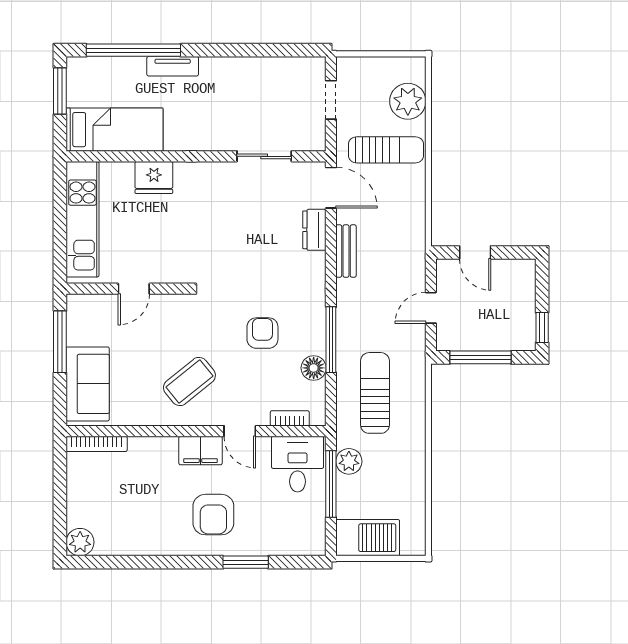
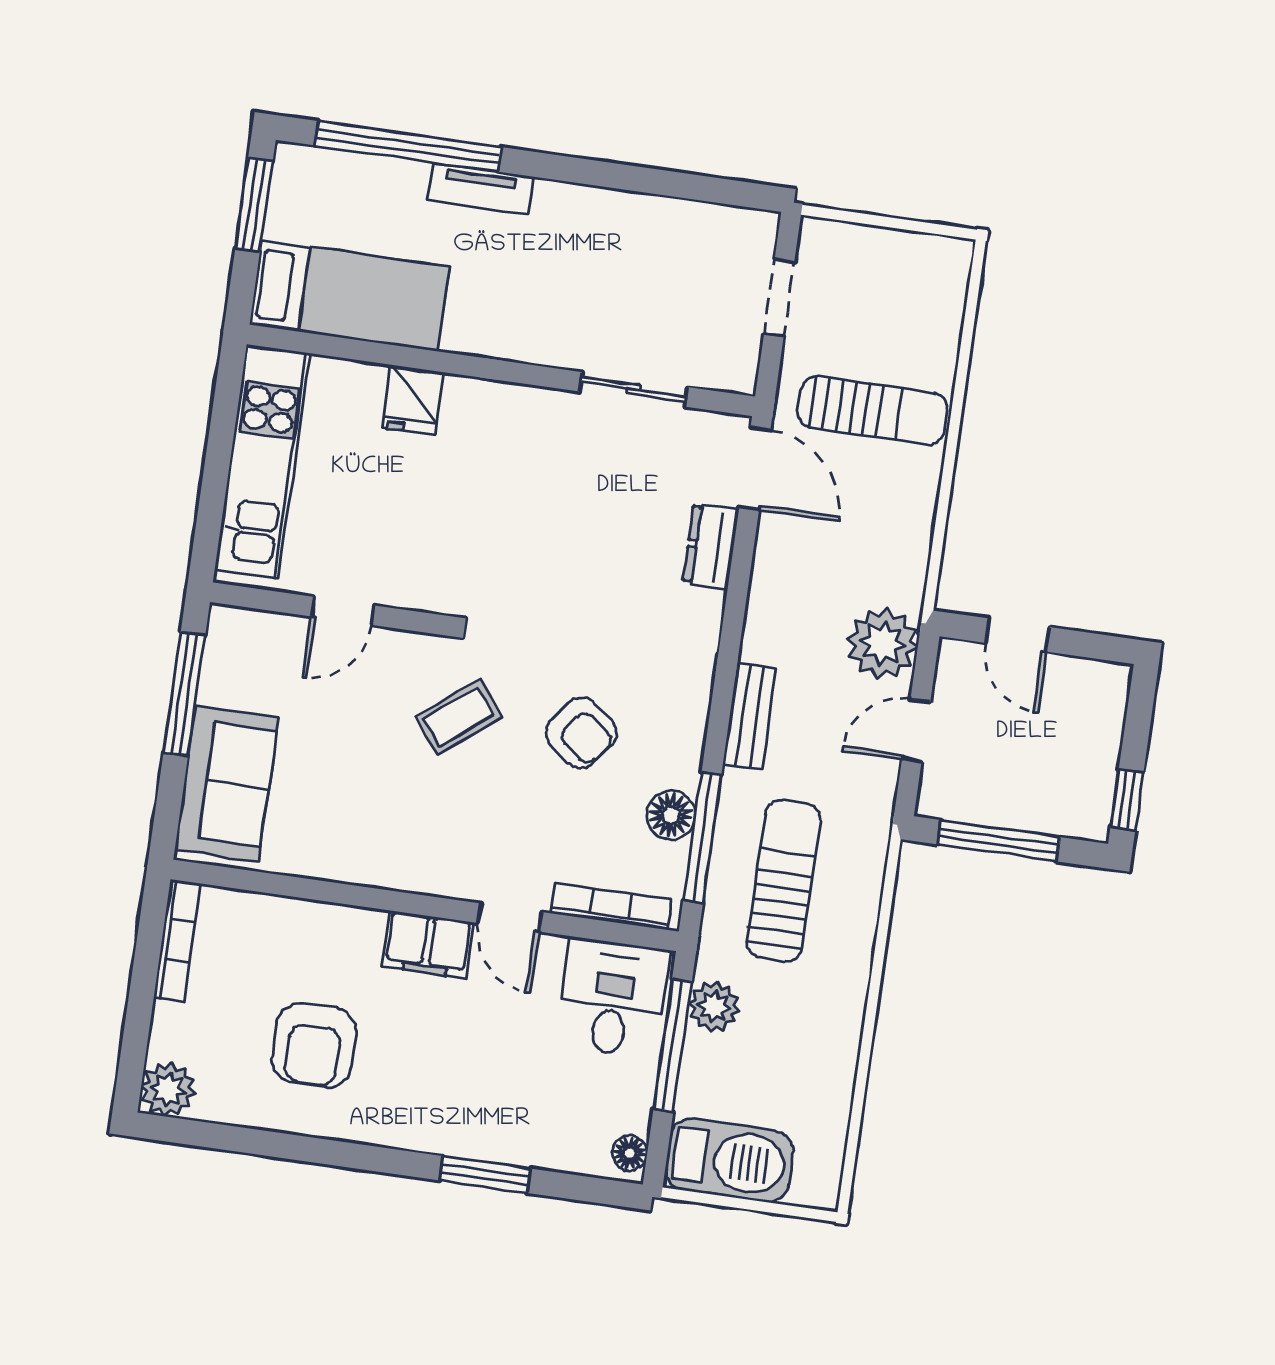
plant: (408, 101) -> (883, 643), moved
fridge: (154, 178) -> (413, 400), width x0.72
bench: (346, 251) -> (749, 717), moved
armchair: (262, 333) -> (581, 733), turned 128
window: (331, 340) -> (702, 838), moved
coffee table: (189, 381) -> (459, 717), moved, width x0.73, depth x0.77
bookcase: (290, 418) -> (611, 907), width x1.56
bookcase: (97, 444) -> (177, 941), moved, turned -90
armchair: (213, 515) -> (314, 1045), moved
floor lamp: (317, 541) -> (630, 1153), added

